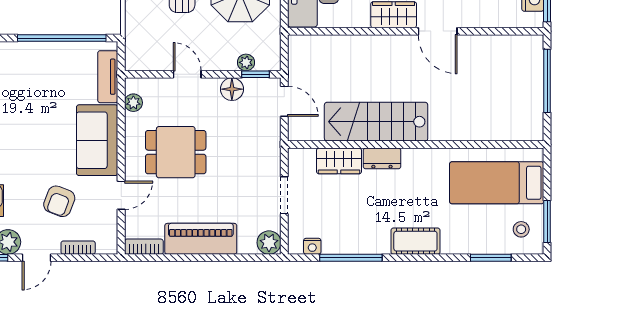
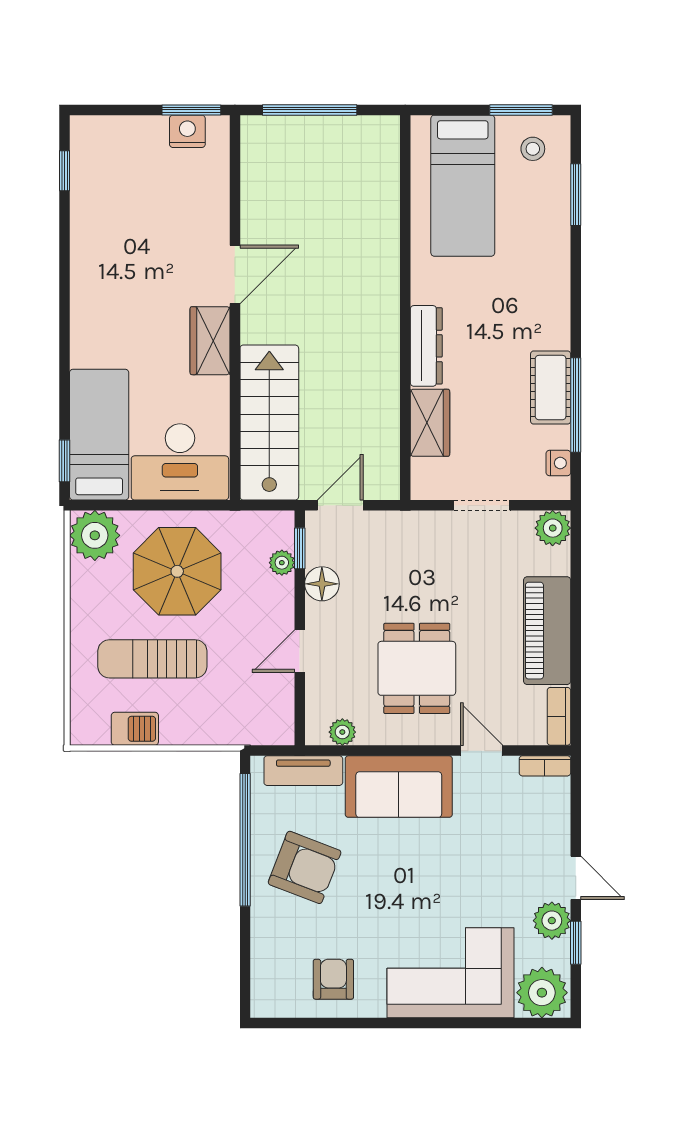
stairs: (376, 122) -> (269, 423), moved, turned 180
dresser: (382, 158) -> (426, 346), width x1.44
armchair: (59, 201) -> (305, 867), moved, width x1.38, depth x1.38
cot: (415, 241) -> (551, 388), moved
bookcase: (78, 248) -> (545, 766), moved, turned -90

